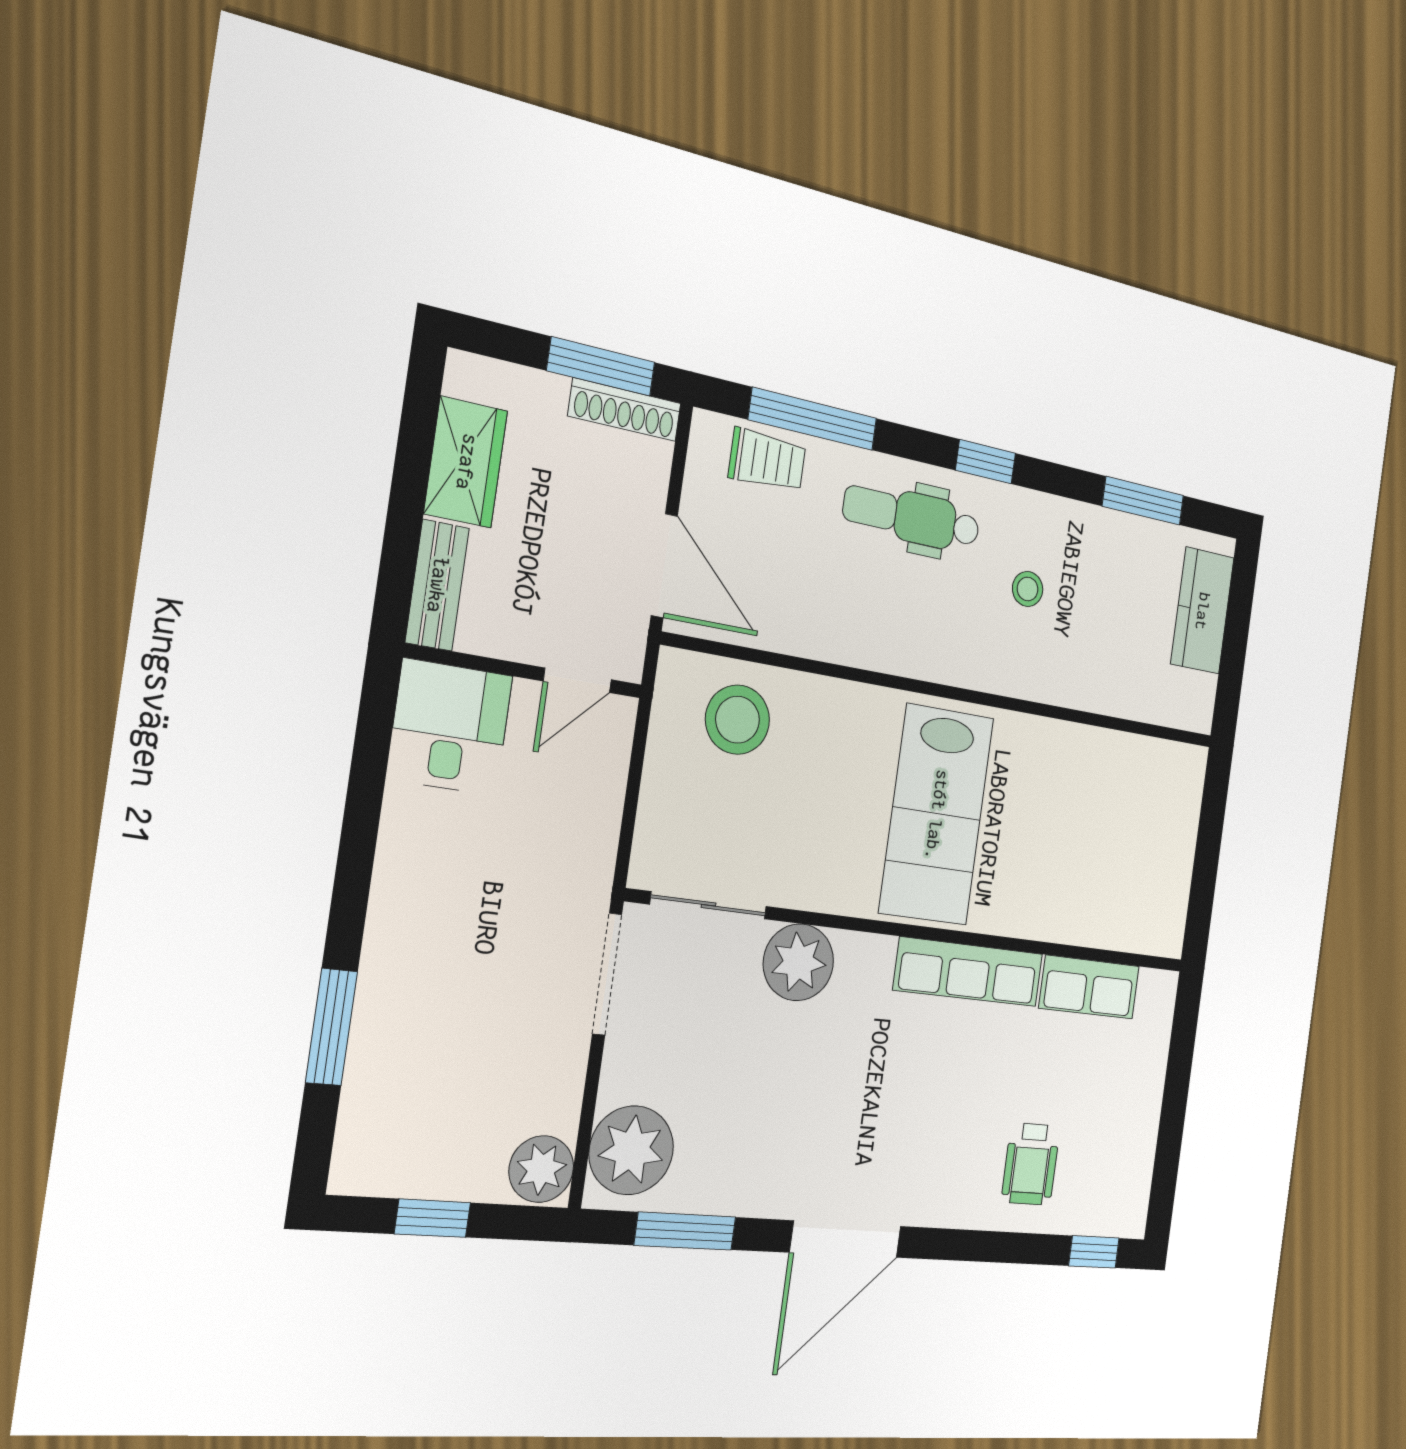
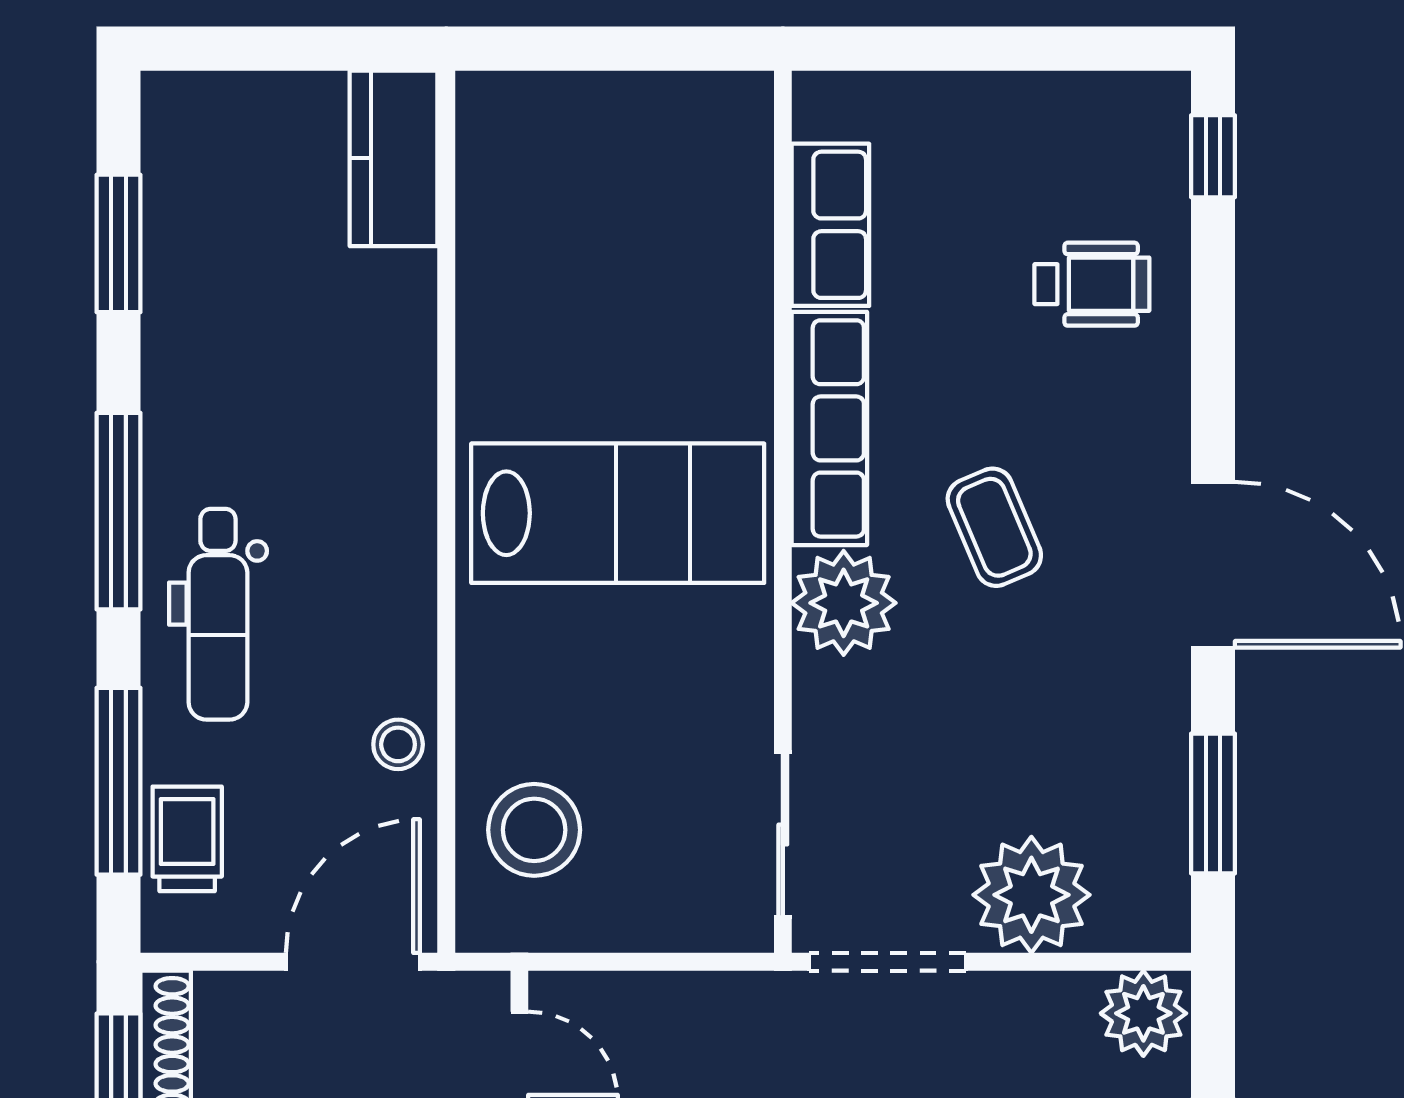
window: (986, 462) -> (118, 511), width x2.17
stool: (1028, 589) -> (398, 744), moved
kitchen counter: (1202, 611) -> (394, 158), moved, turned 90
plant: (799, 962) -> (844, 603), moved
coffee table: (891, 1083) -> (994, 527), added
plant: (631, 1150) -> (1031, 895), moved

